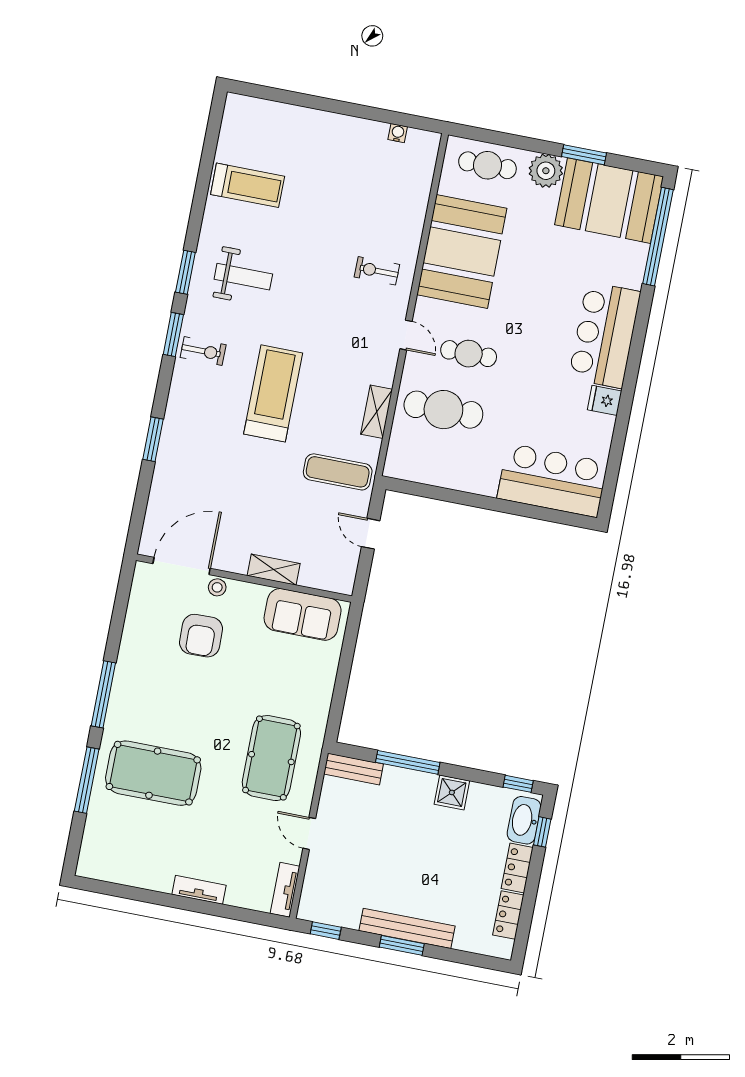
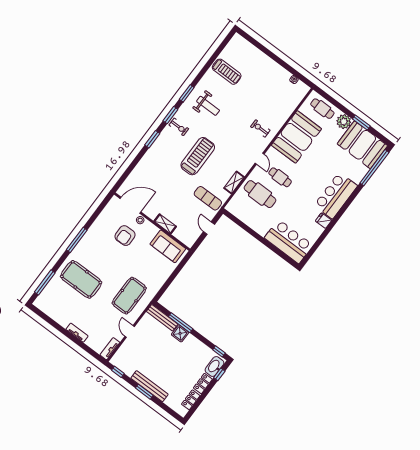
window: (153, 439) -> (152, 139), moved
bench: (354, 769) -> (162, 318), width x1.36
window: (87, 780) -> (45, 282), moved
shower: (452, 792) -> (180, 333), moved

